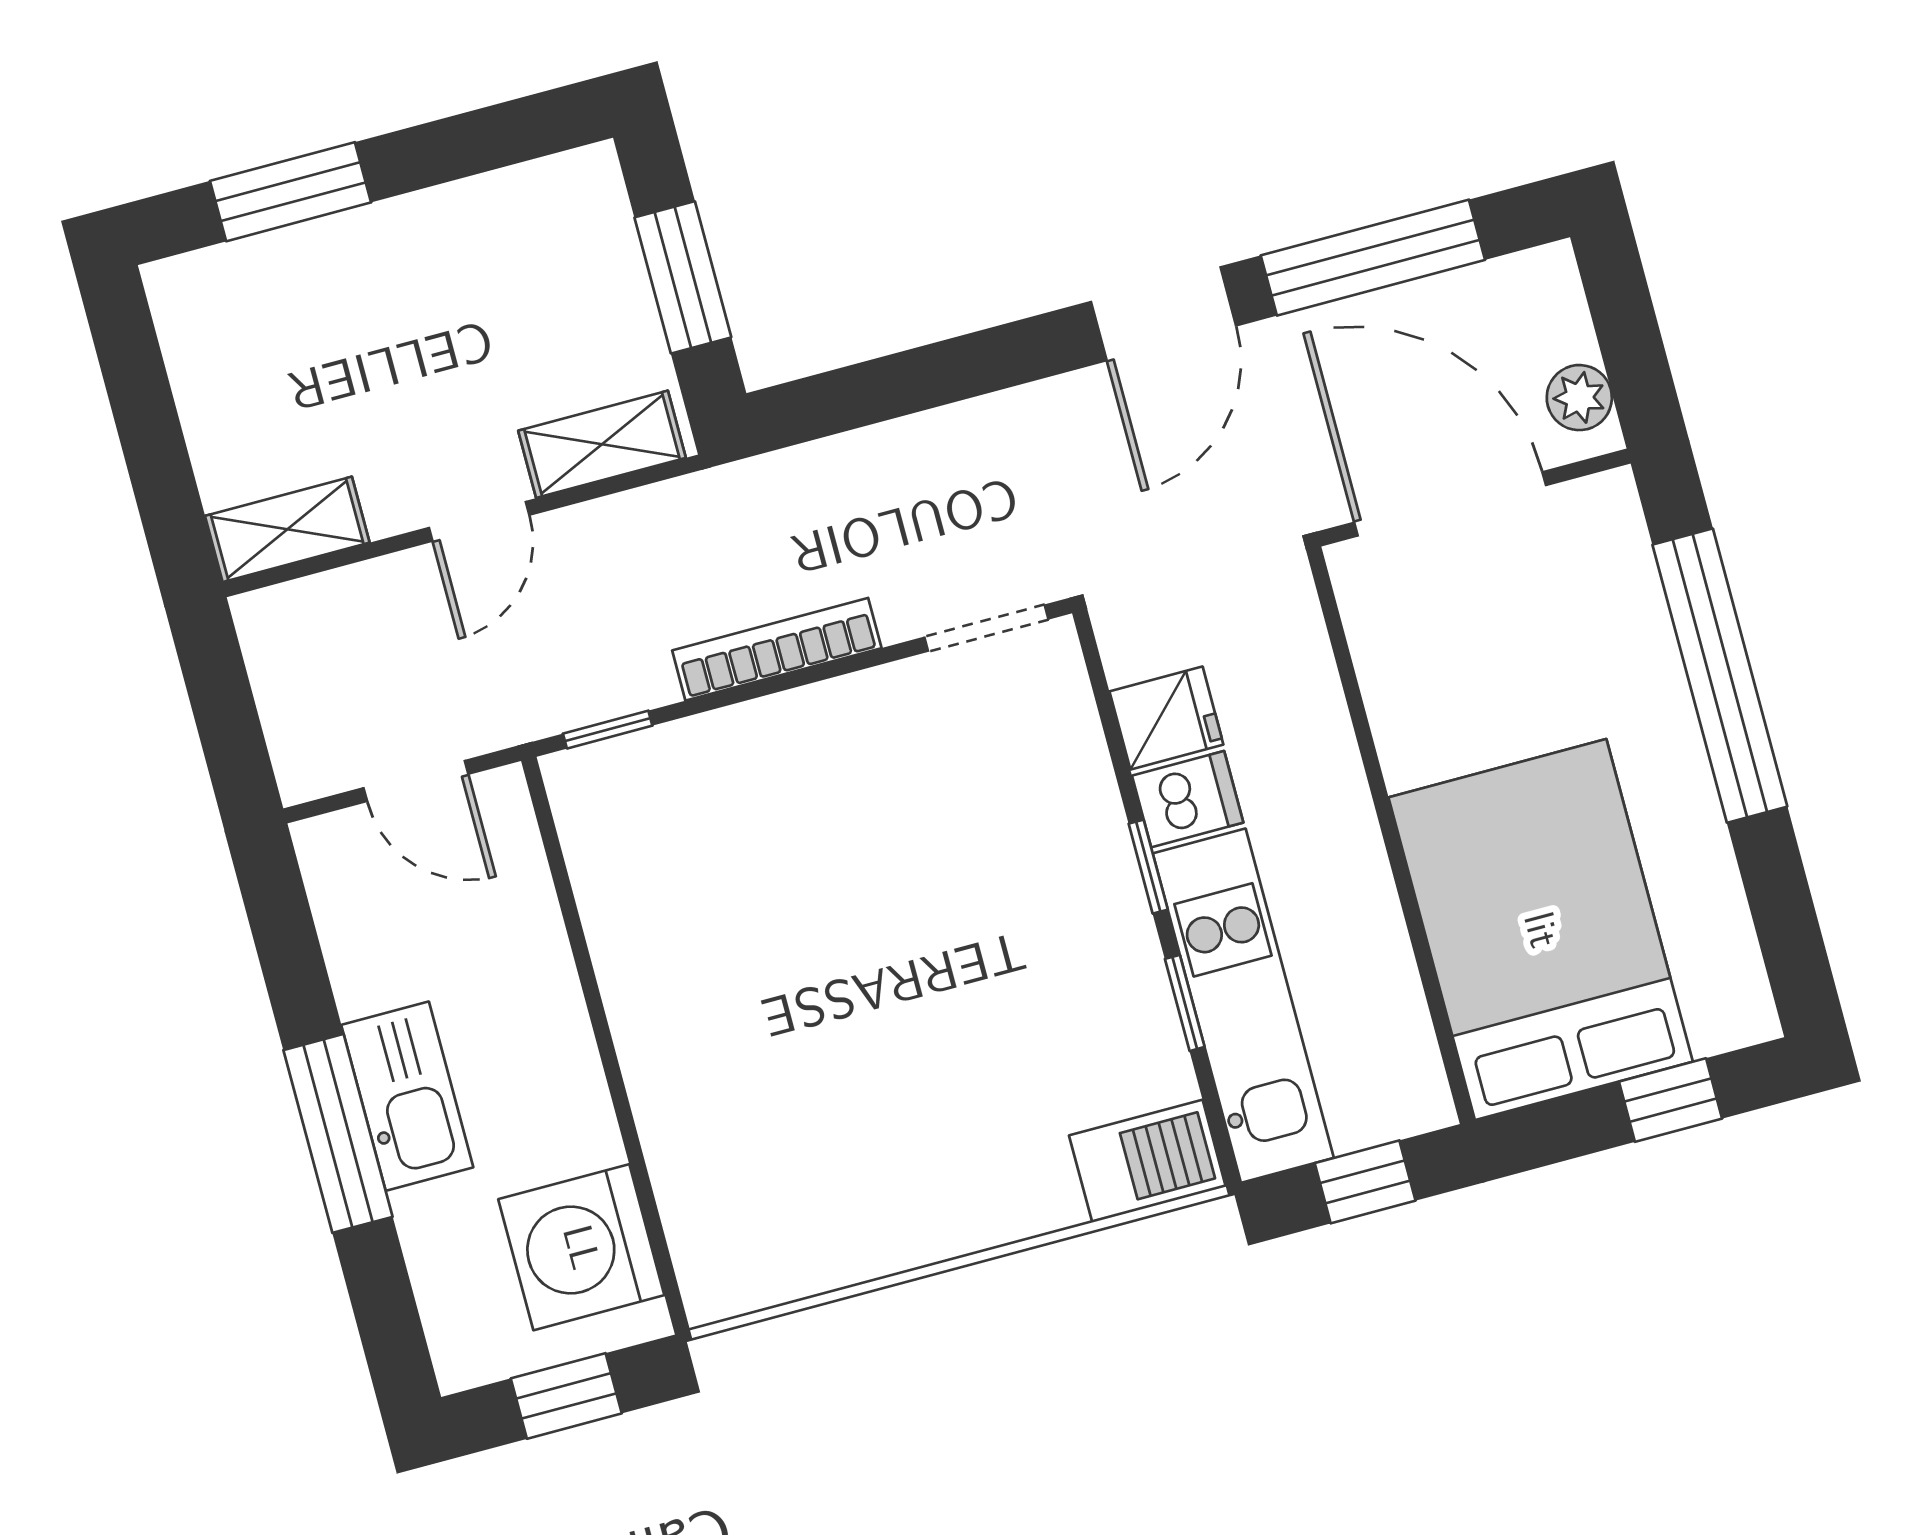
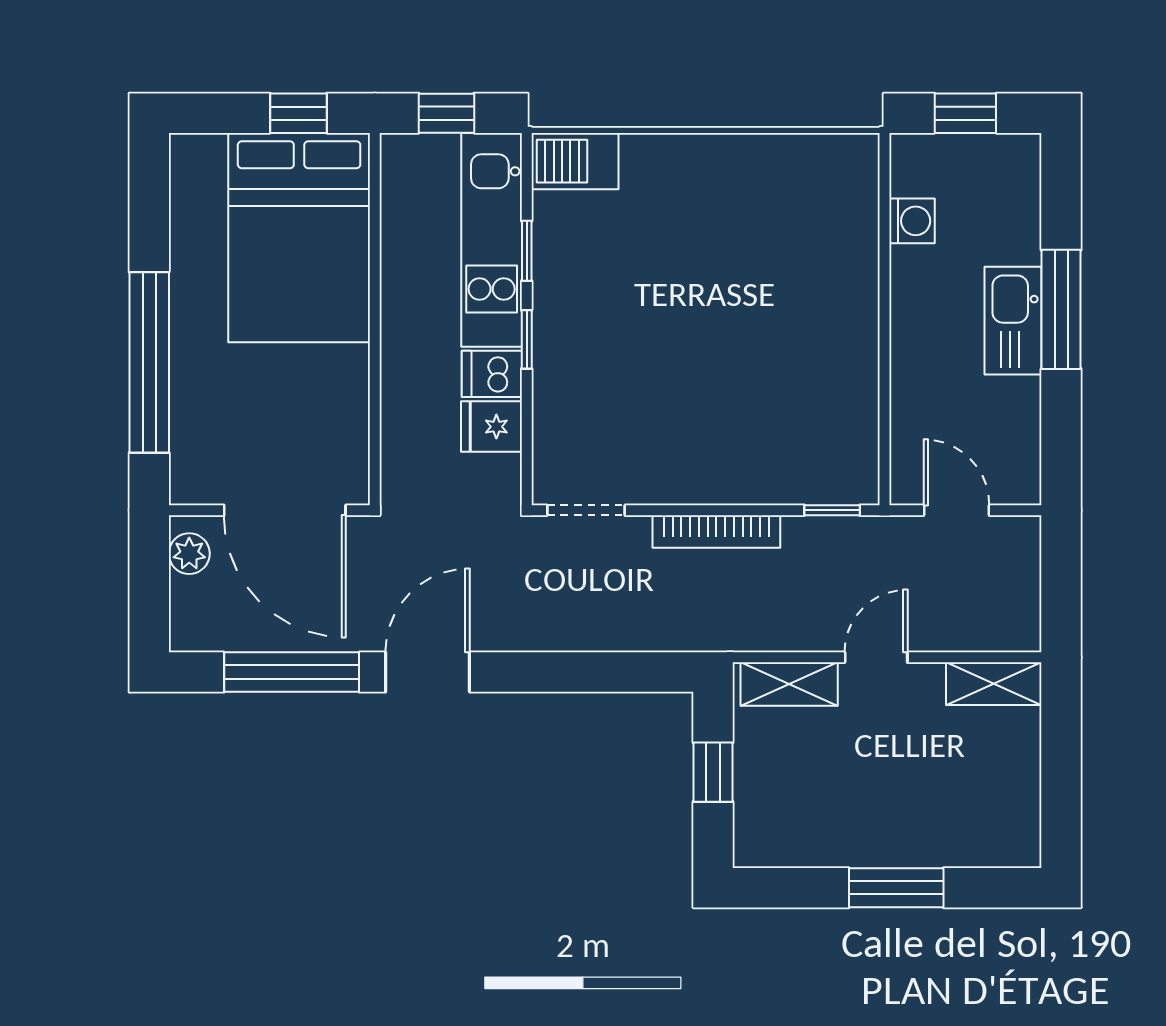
window: (291, 192) -> (896, 888), moved
window: (683, 277) -> (713, 772), width x0.67
window: (1671, 1100) -> (298, 113), moved
washing machine: (581, 1247) -> (912, 221), width x0.53, depth x0.53

